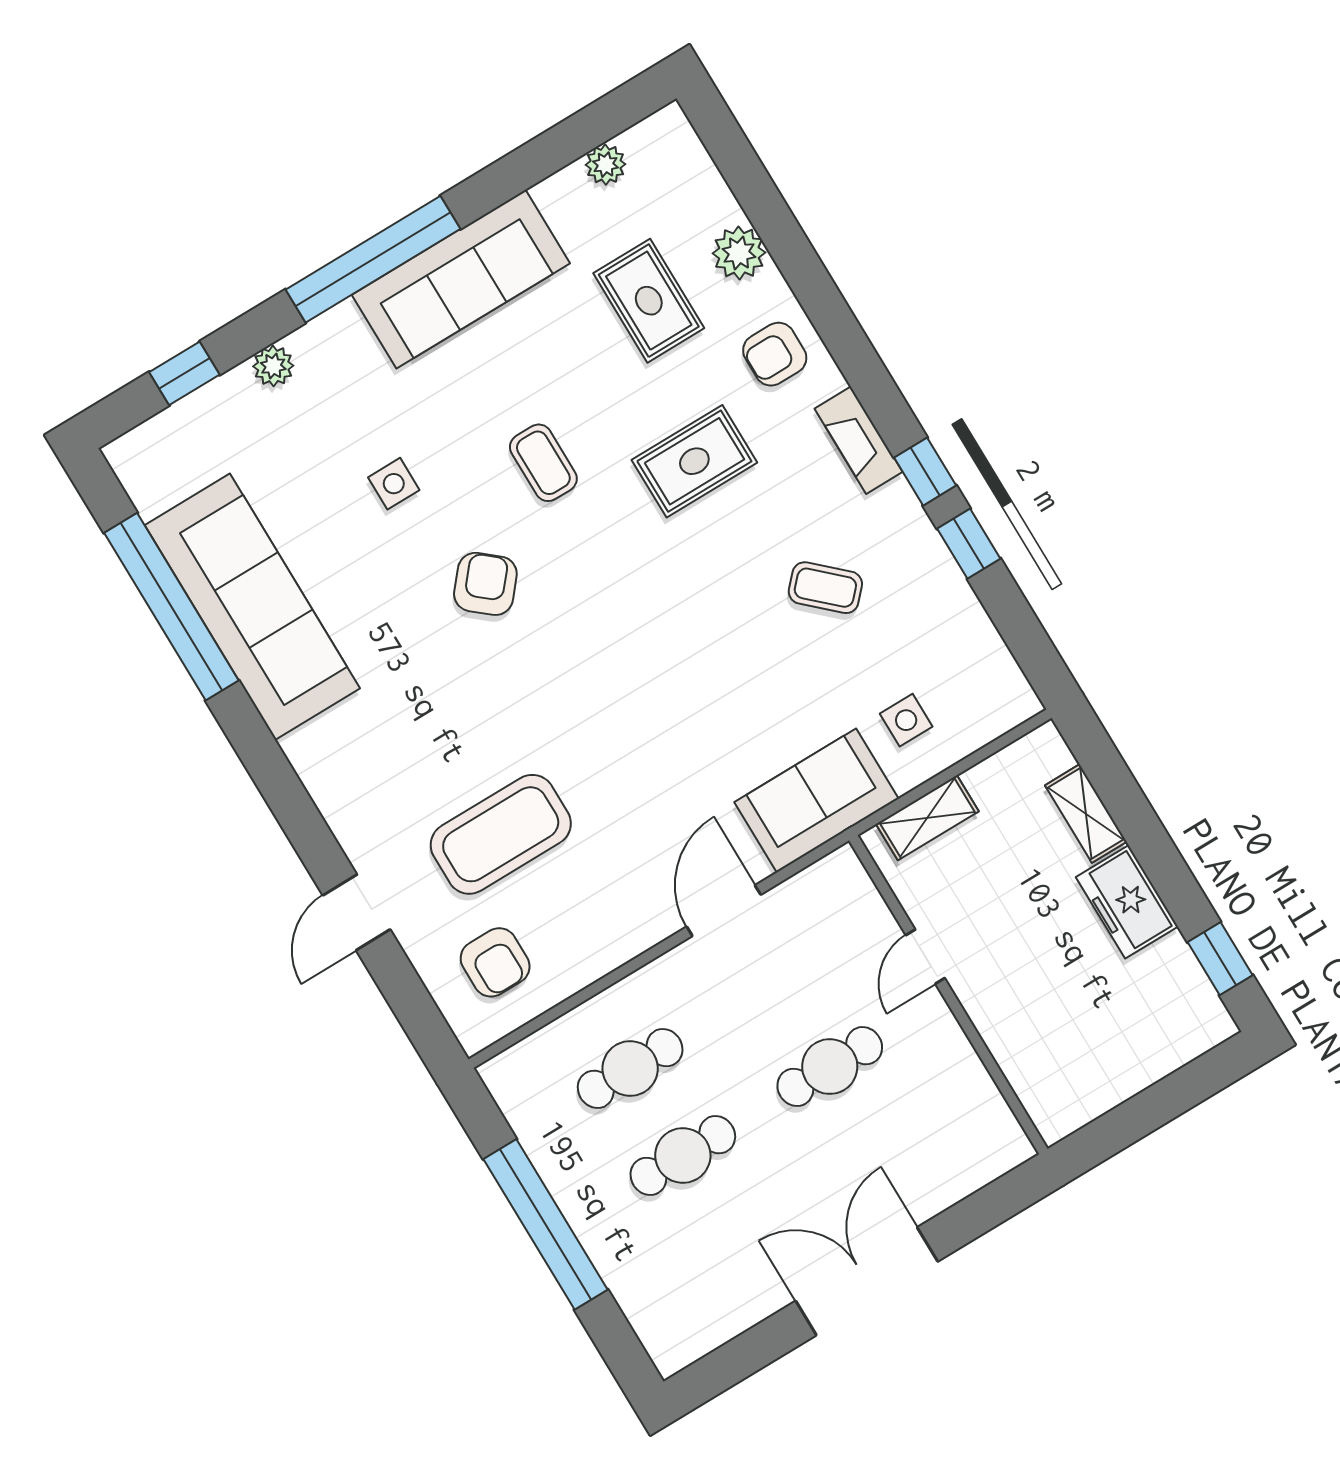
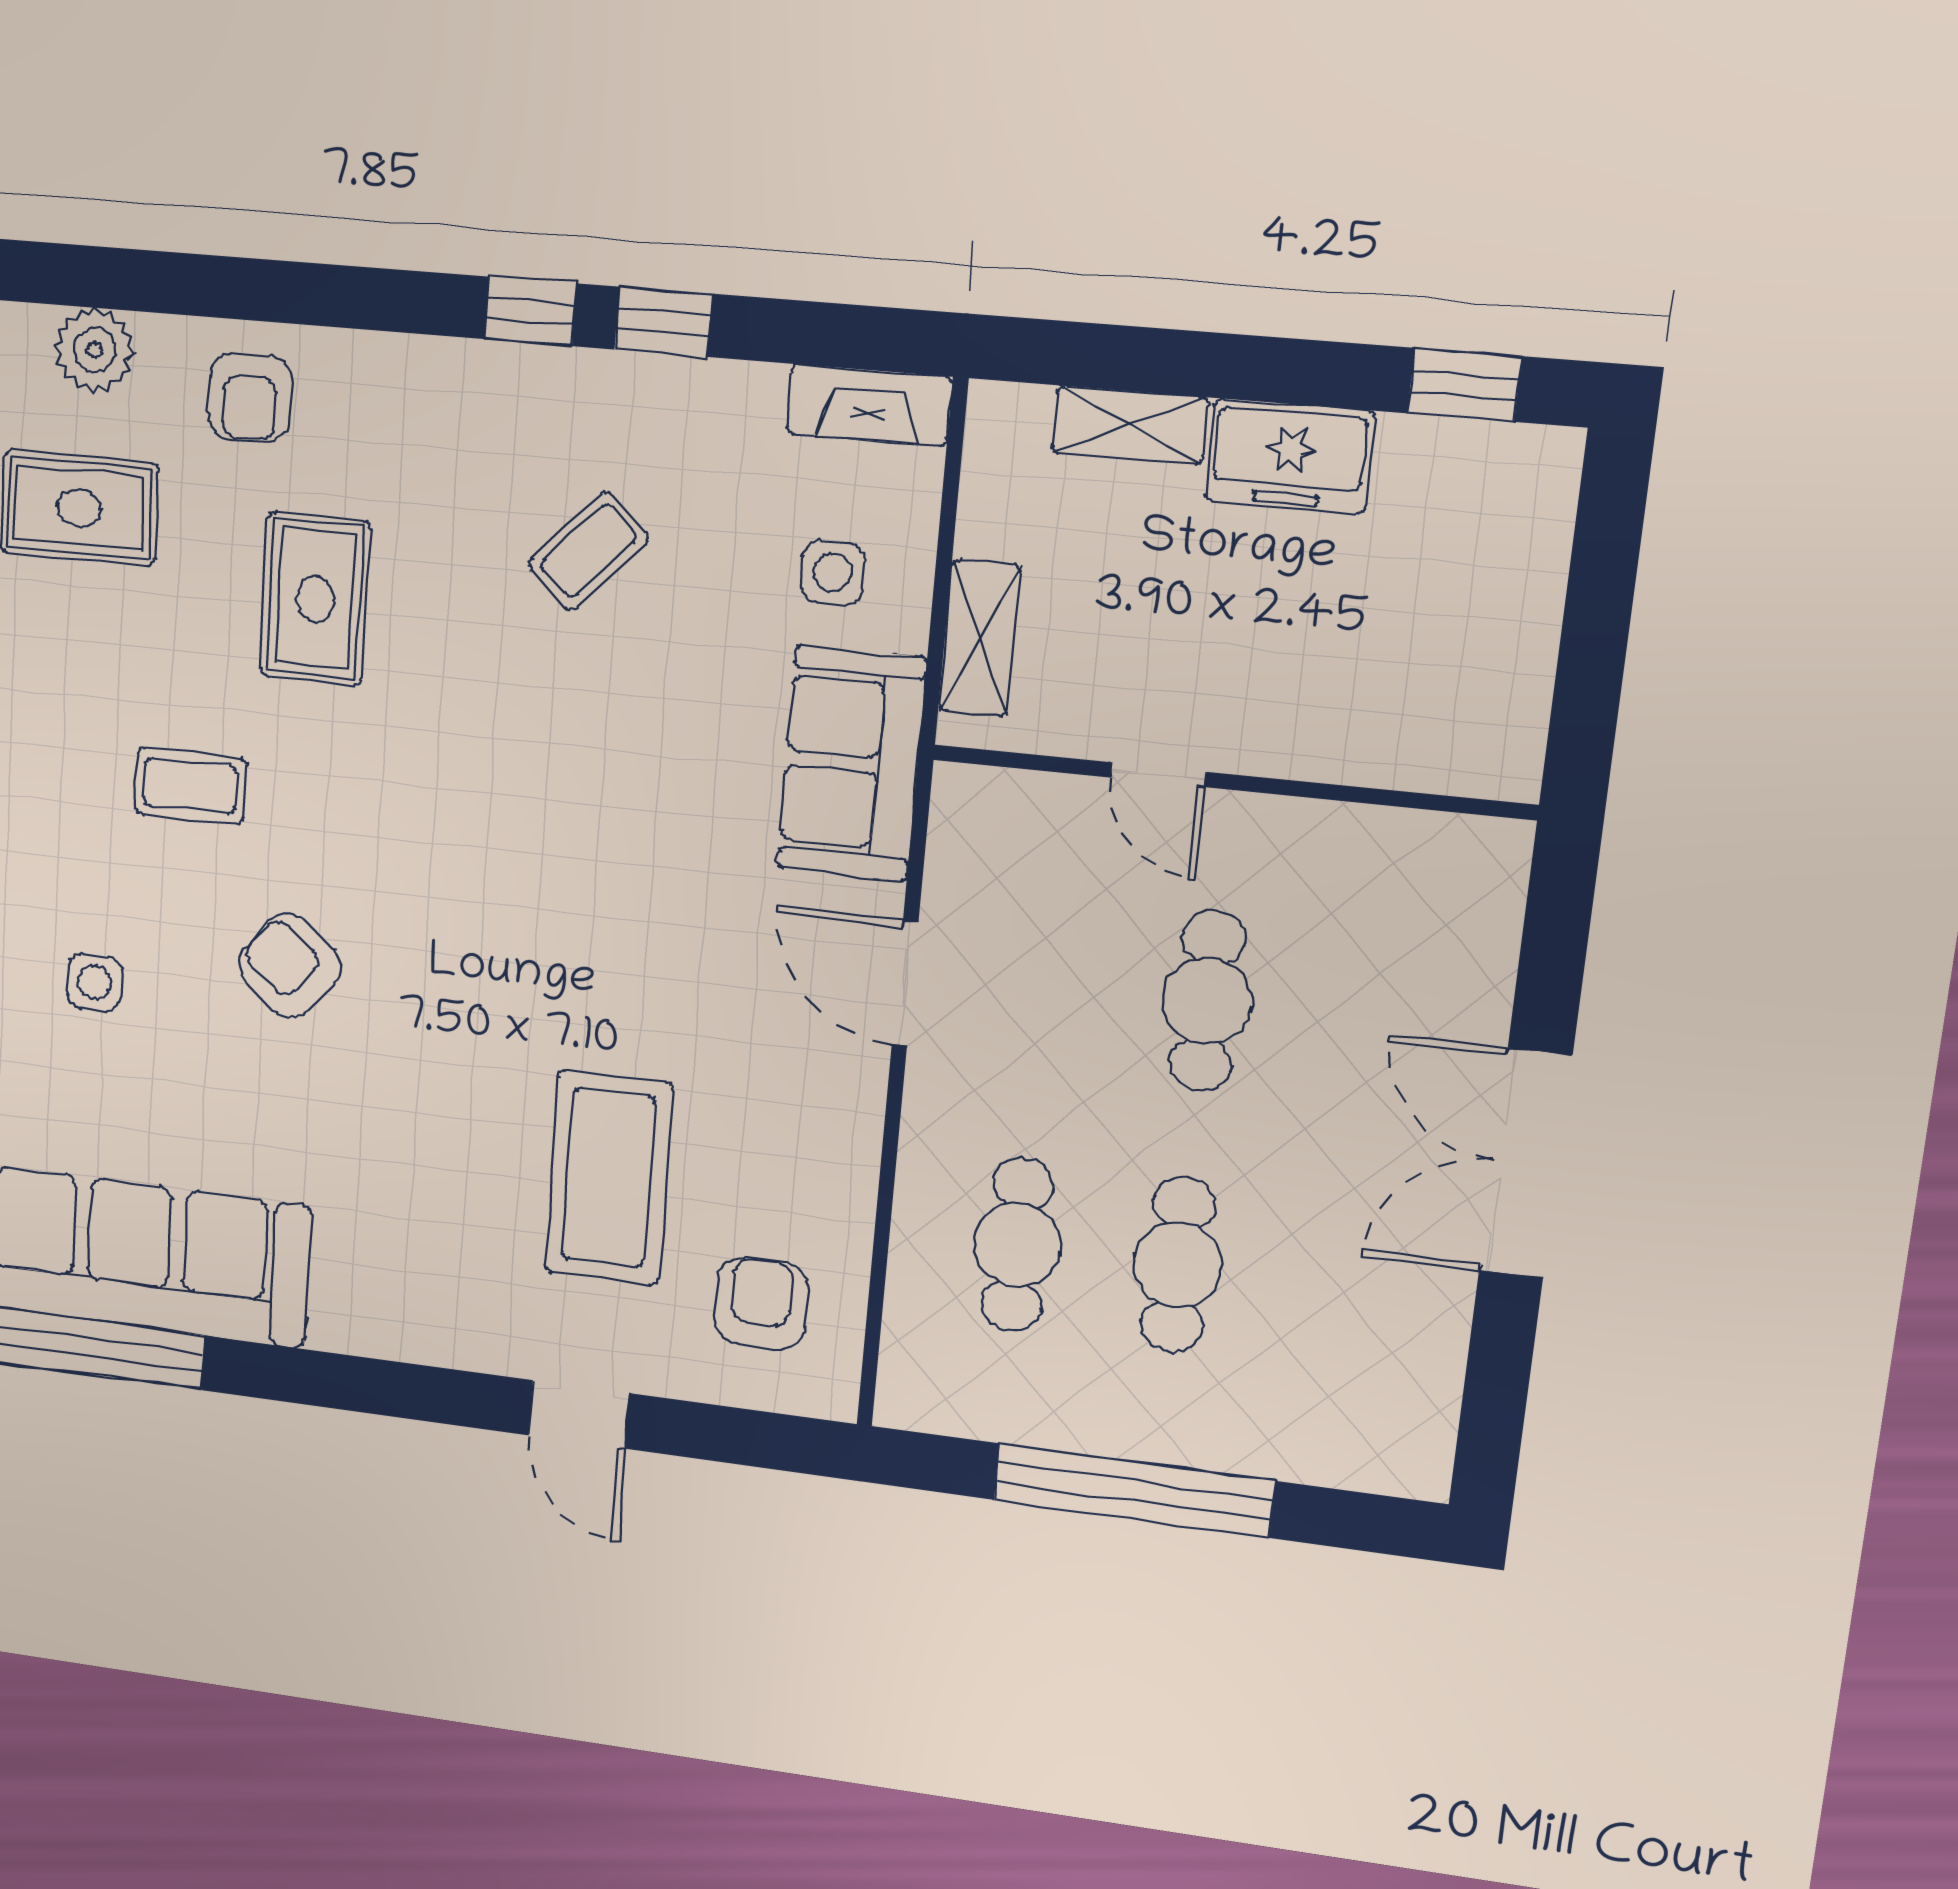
fireplace: (859, 440) -> (869, 405), moved
armchair: (495, 962) -> (761, 1303), turned -90

